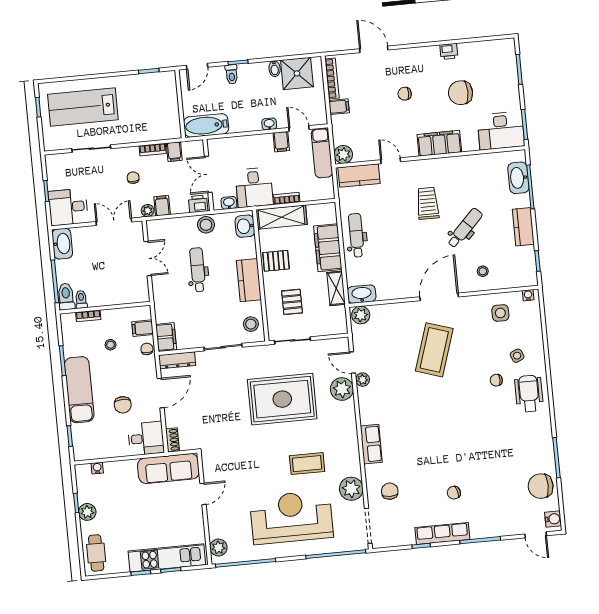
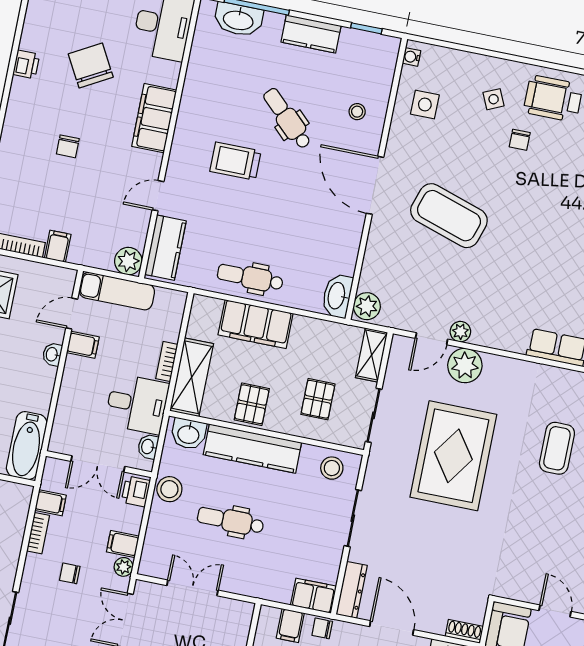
chair: (461, 93) -> (91, 66), turned 151
kitchen counter: (249, 280) -> (252, 449), width x1.50
shelving: (336, 288) -> (372, 355), moved, turned 90
pallet: (292, 302) -> (318, 399), turned 90

